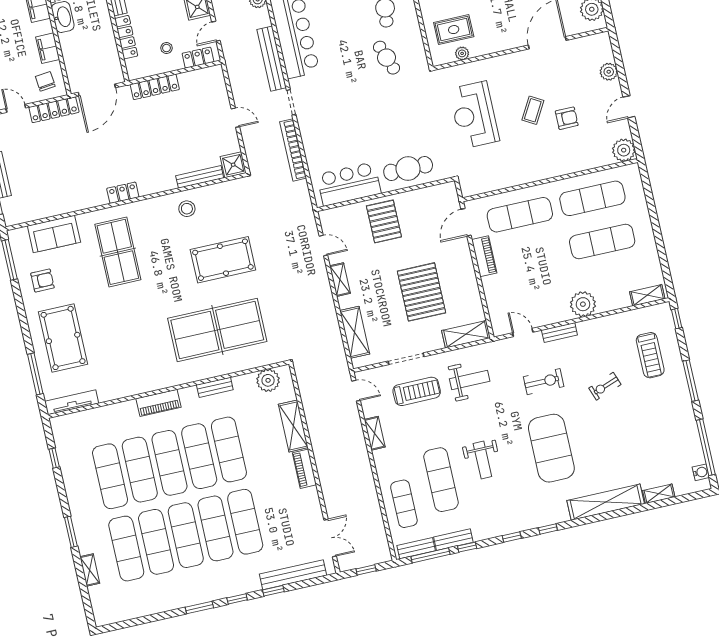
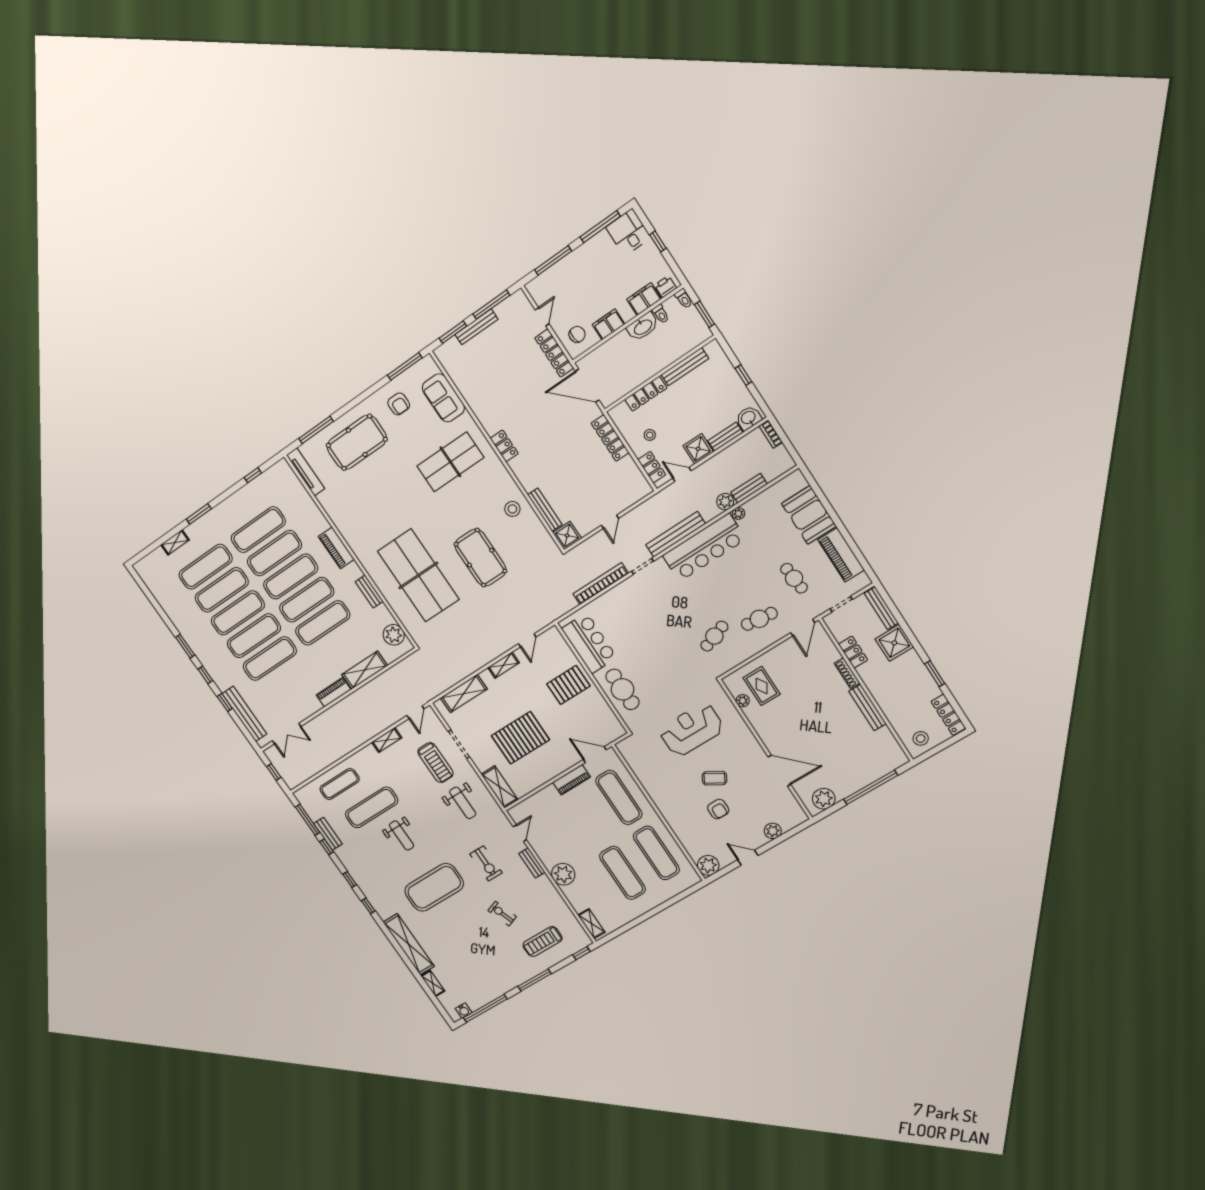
weight bench: (482, 460) -> (402, 835), turned -90
bench: (416, 548) -> (308, 806), removed

